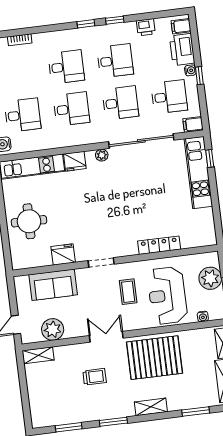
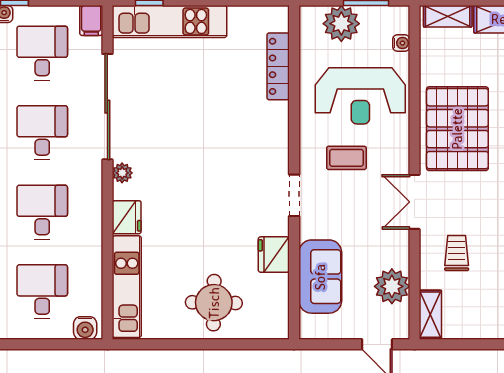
locker: (159, 245) -> (278, 66), moved
trolley: (95, 377) -> (457, 253), moved

